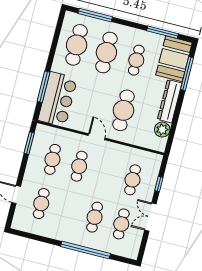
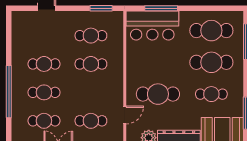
door: (97, 137) -> (125, 115), moved
cafe table: (41, 204) -> (44, 64), moved

